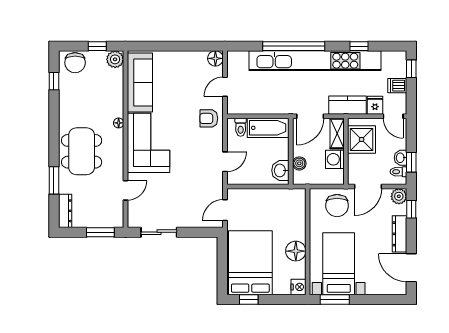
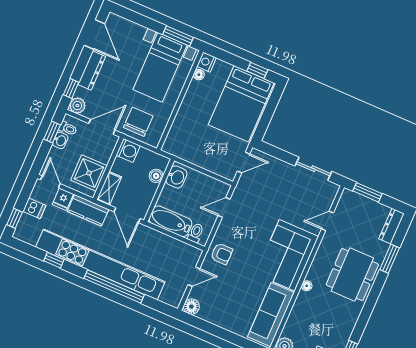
door: (310, 116) -> (127, 215), swing flipped
washing machine: (335, 159) -> (128, 150), moved
floor lamp: (296, 251) -> (199, 75), moved, width x0.53, depth x0.53

